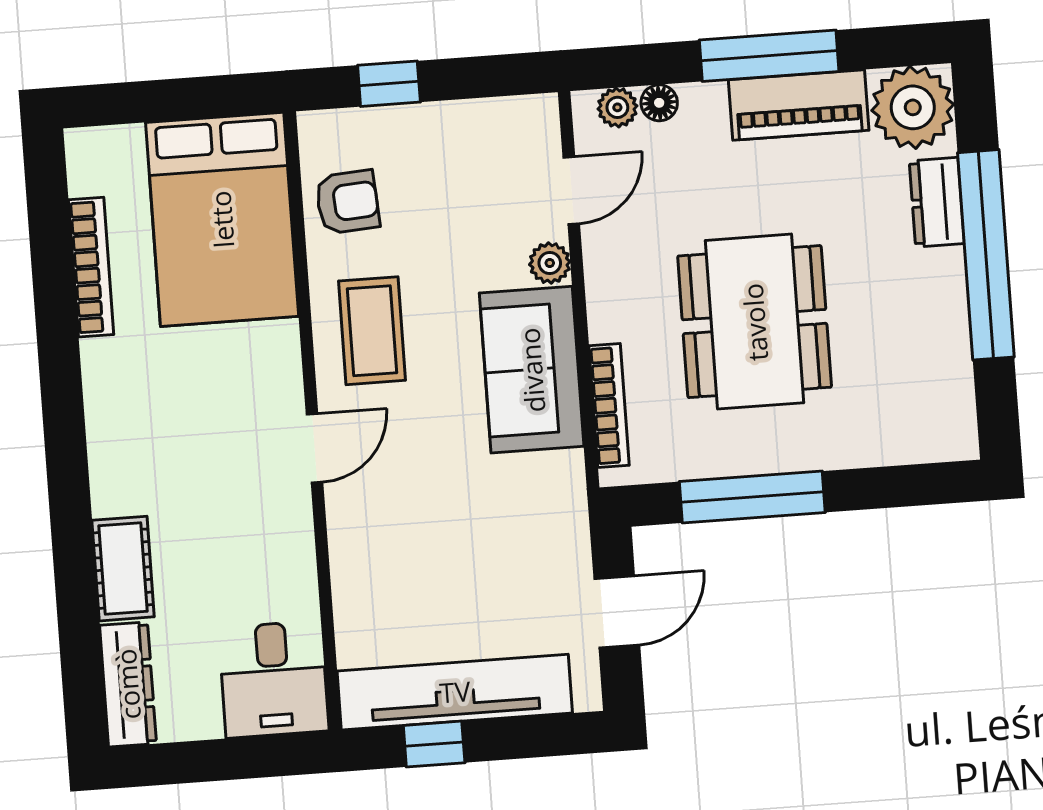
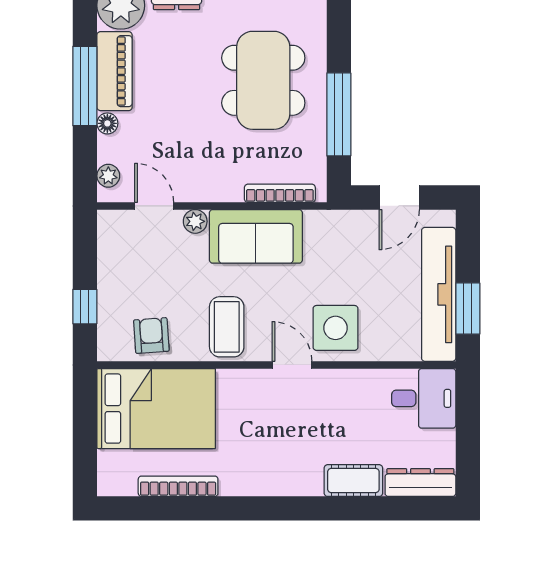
floor lamp: (659, 103) -> (107, 123), moved
dining table: (755, 322) -> (263, 80), moved, turned 90
coffee table: (372, 331) -> (227, 327), turned 90
side table: (384, 518) -> (336, 328), added
door: (617, 612) -> (399, 197), swing flipped
window: (434, 744) -> (468, 309), width x1.50

